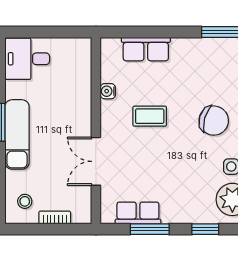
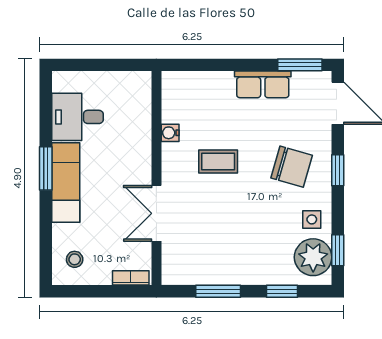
row of seats: (146, 49) -> (263, 84), moved
desk: (27, 59) -> (77, 117), moved
row of seats: (138, 213) -> (205, 273), removed
bookcase: (55, 217) -> (131, 278), moved

